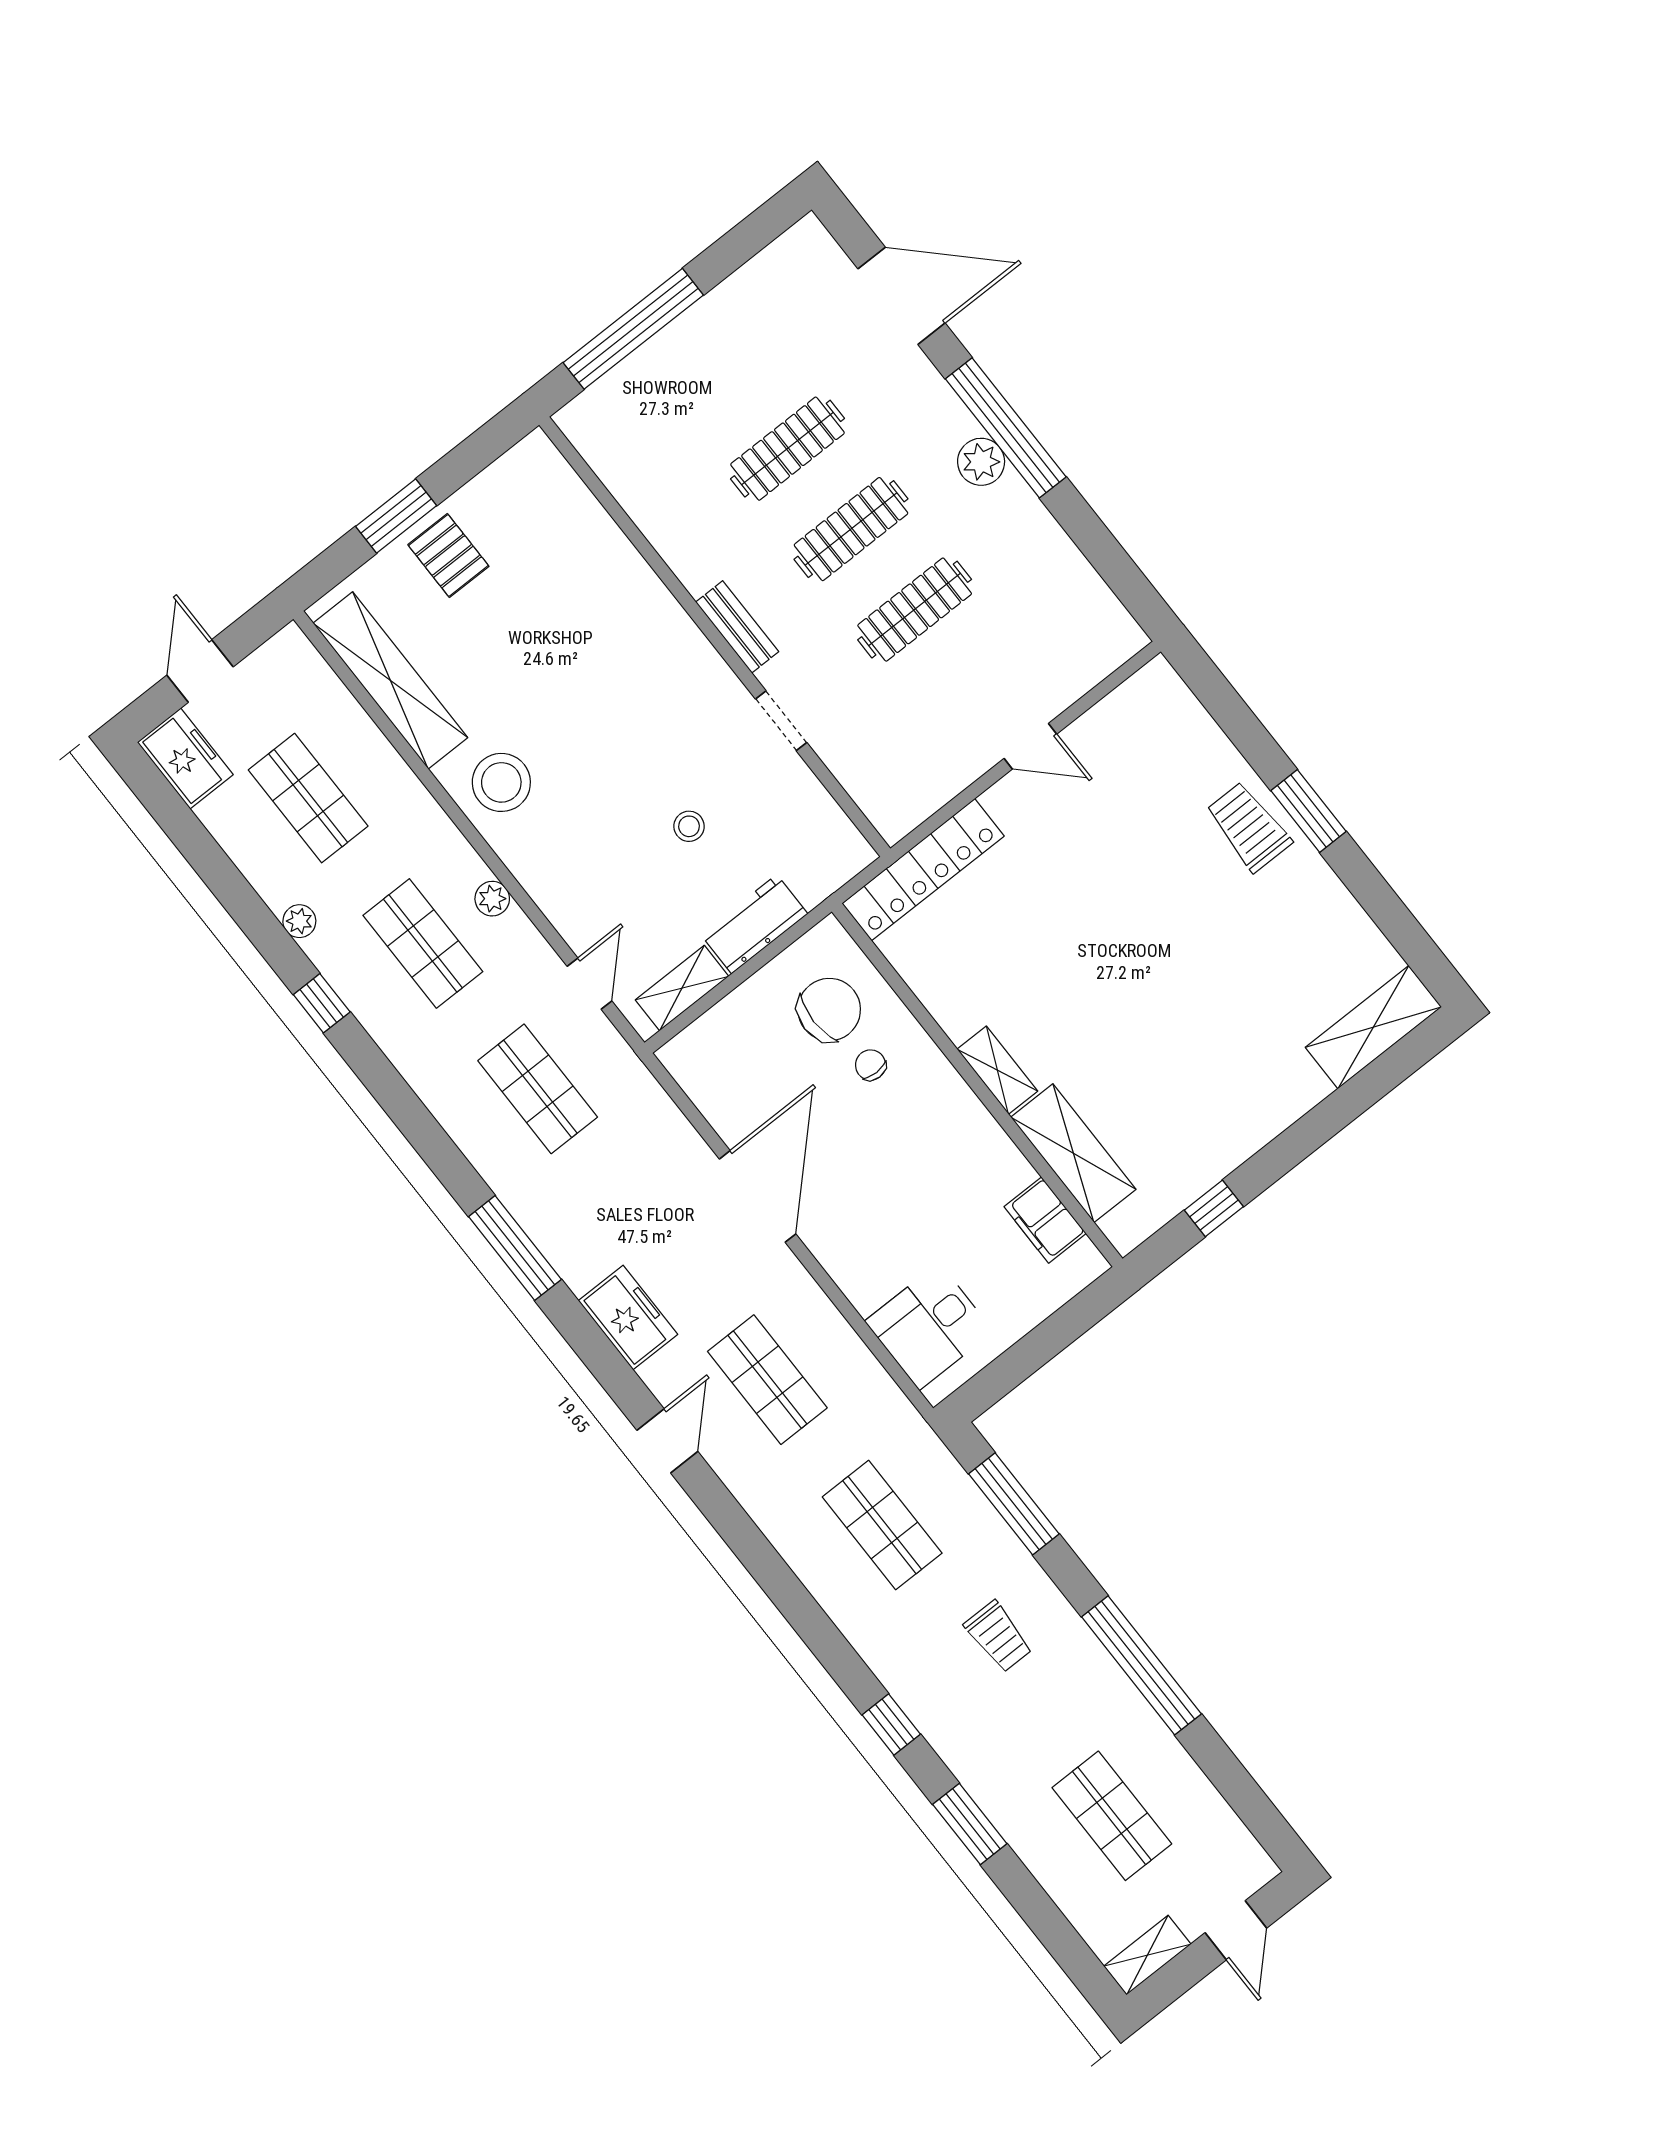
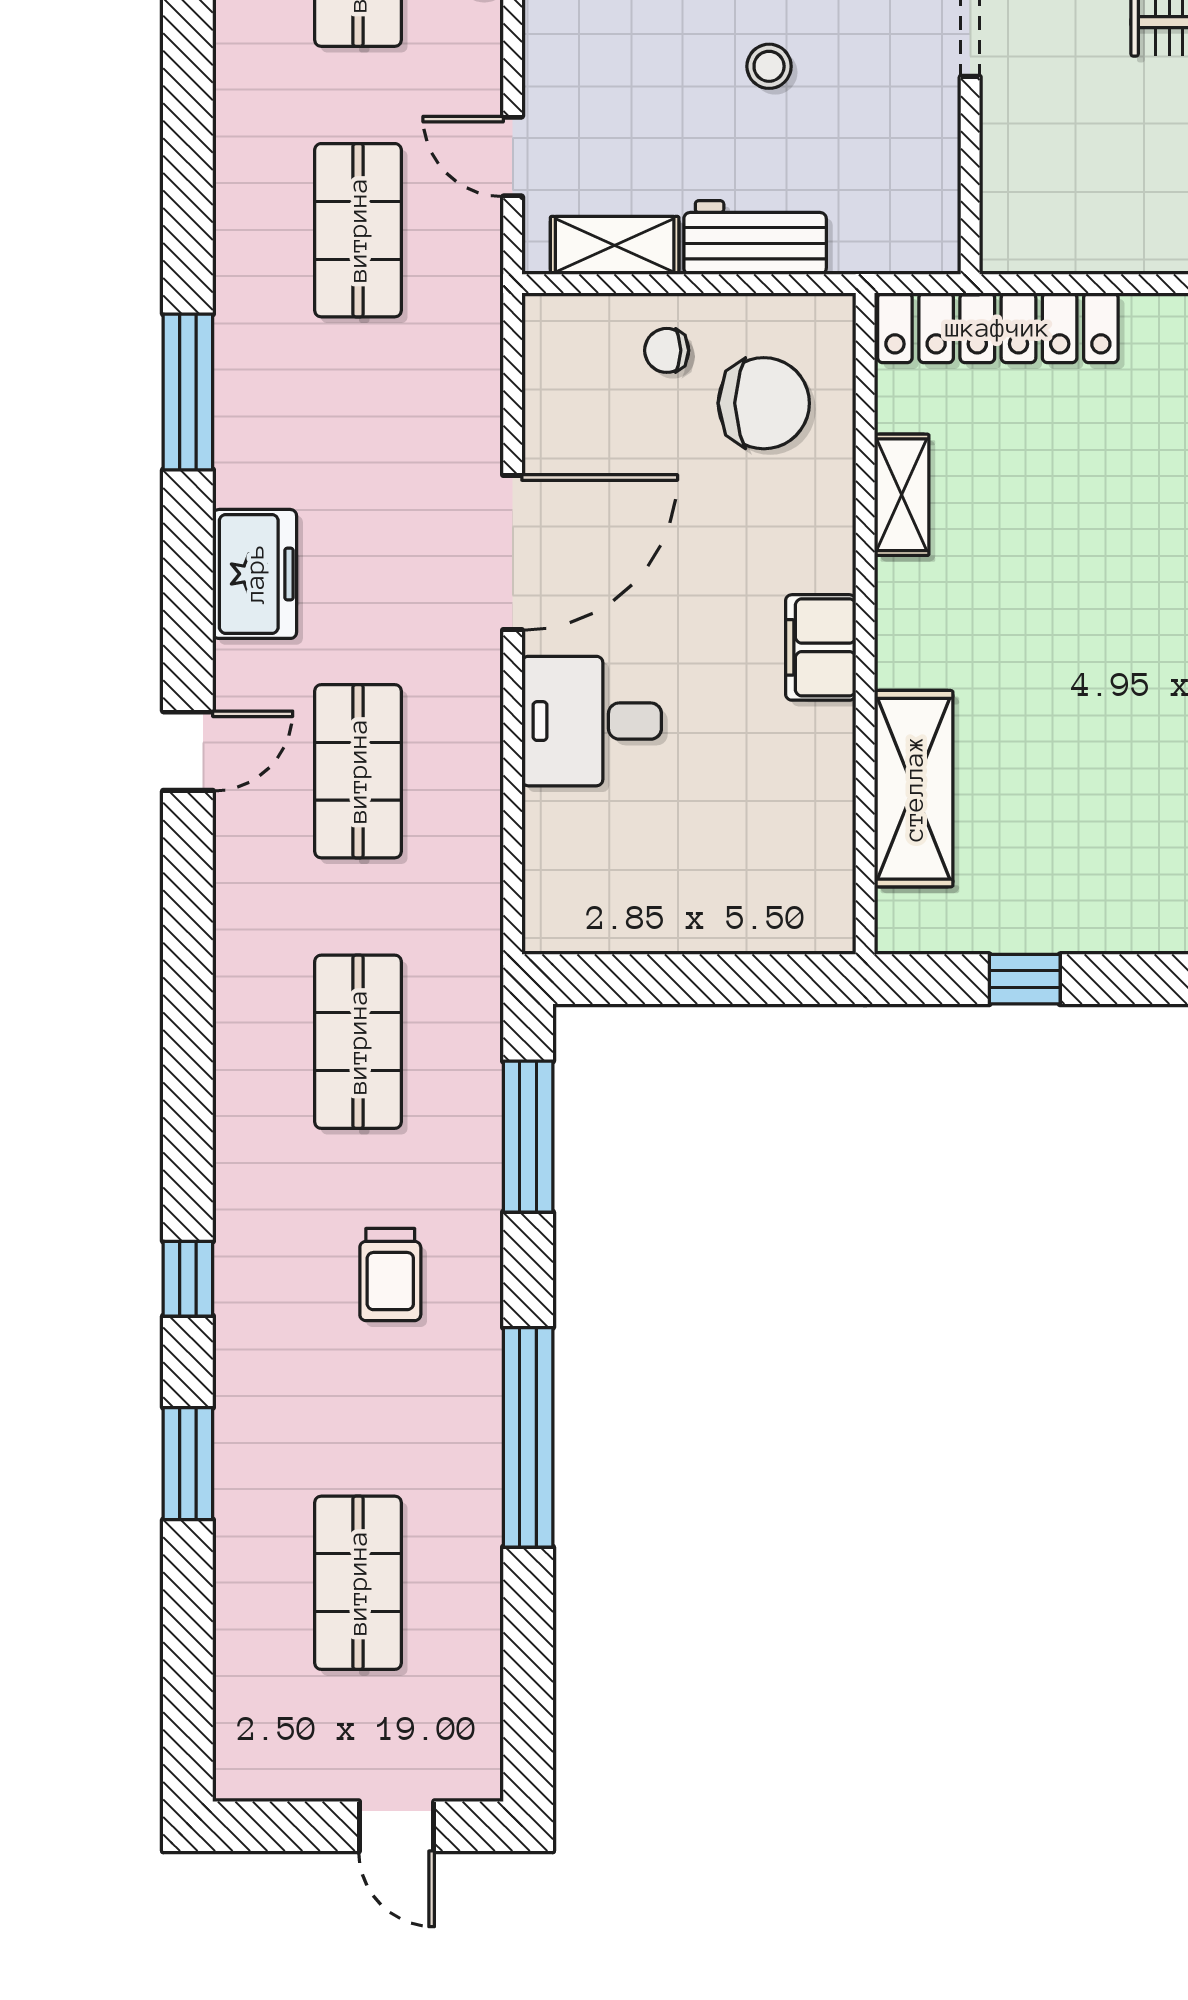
door: (589, 984) -> (513, 157), swing flipped
chair: (871, 1065) -> (667, 350), moved, turned -90
shelving: (997, 1070) -> (902, 495), moved
filing cabinet: (1045, 1220) -> (821, 647), moved
desk: (929, 1326) -> (592, 721), moved
door: (1236, 1930) -> (397, 1826), hinge flipped
shelving: (1147, 1955) -> (273, 1775), removed

